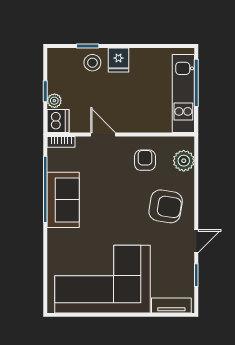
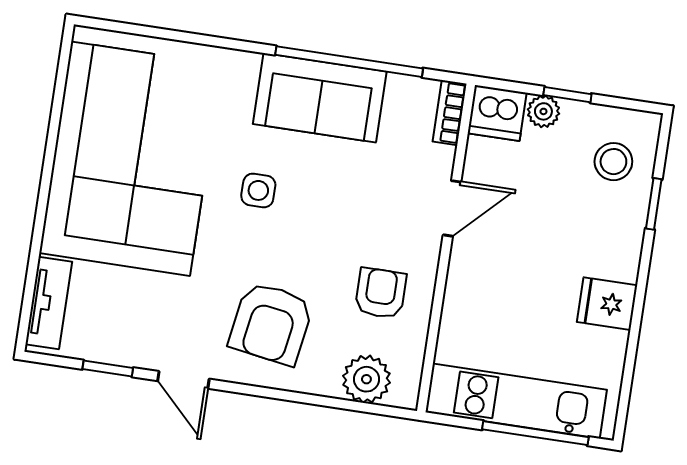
fridge: (118, 60) -> (607, 304), moved
stool: (92, 63) -> (613, 162), moved
armchair: (145, 160) -> (381, 293), turned -90
side table: (108, 221) -> (258, 190), added

